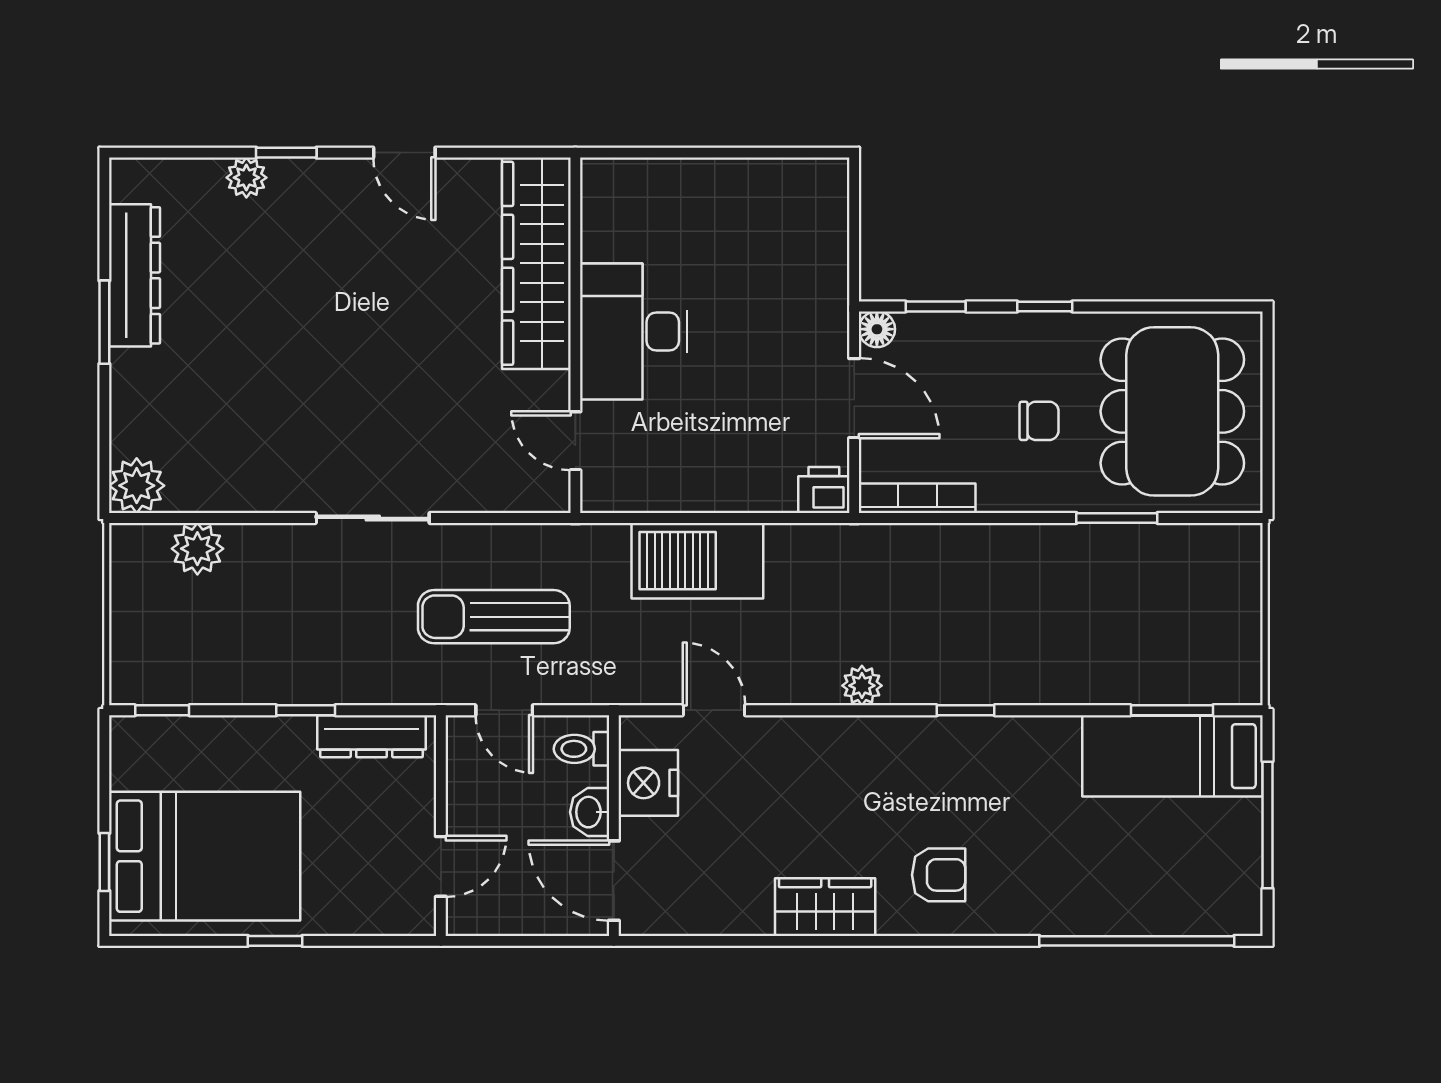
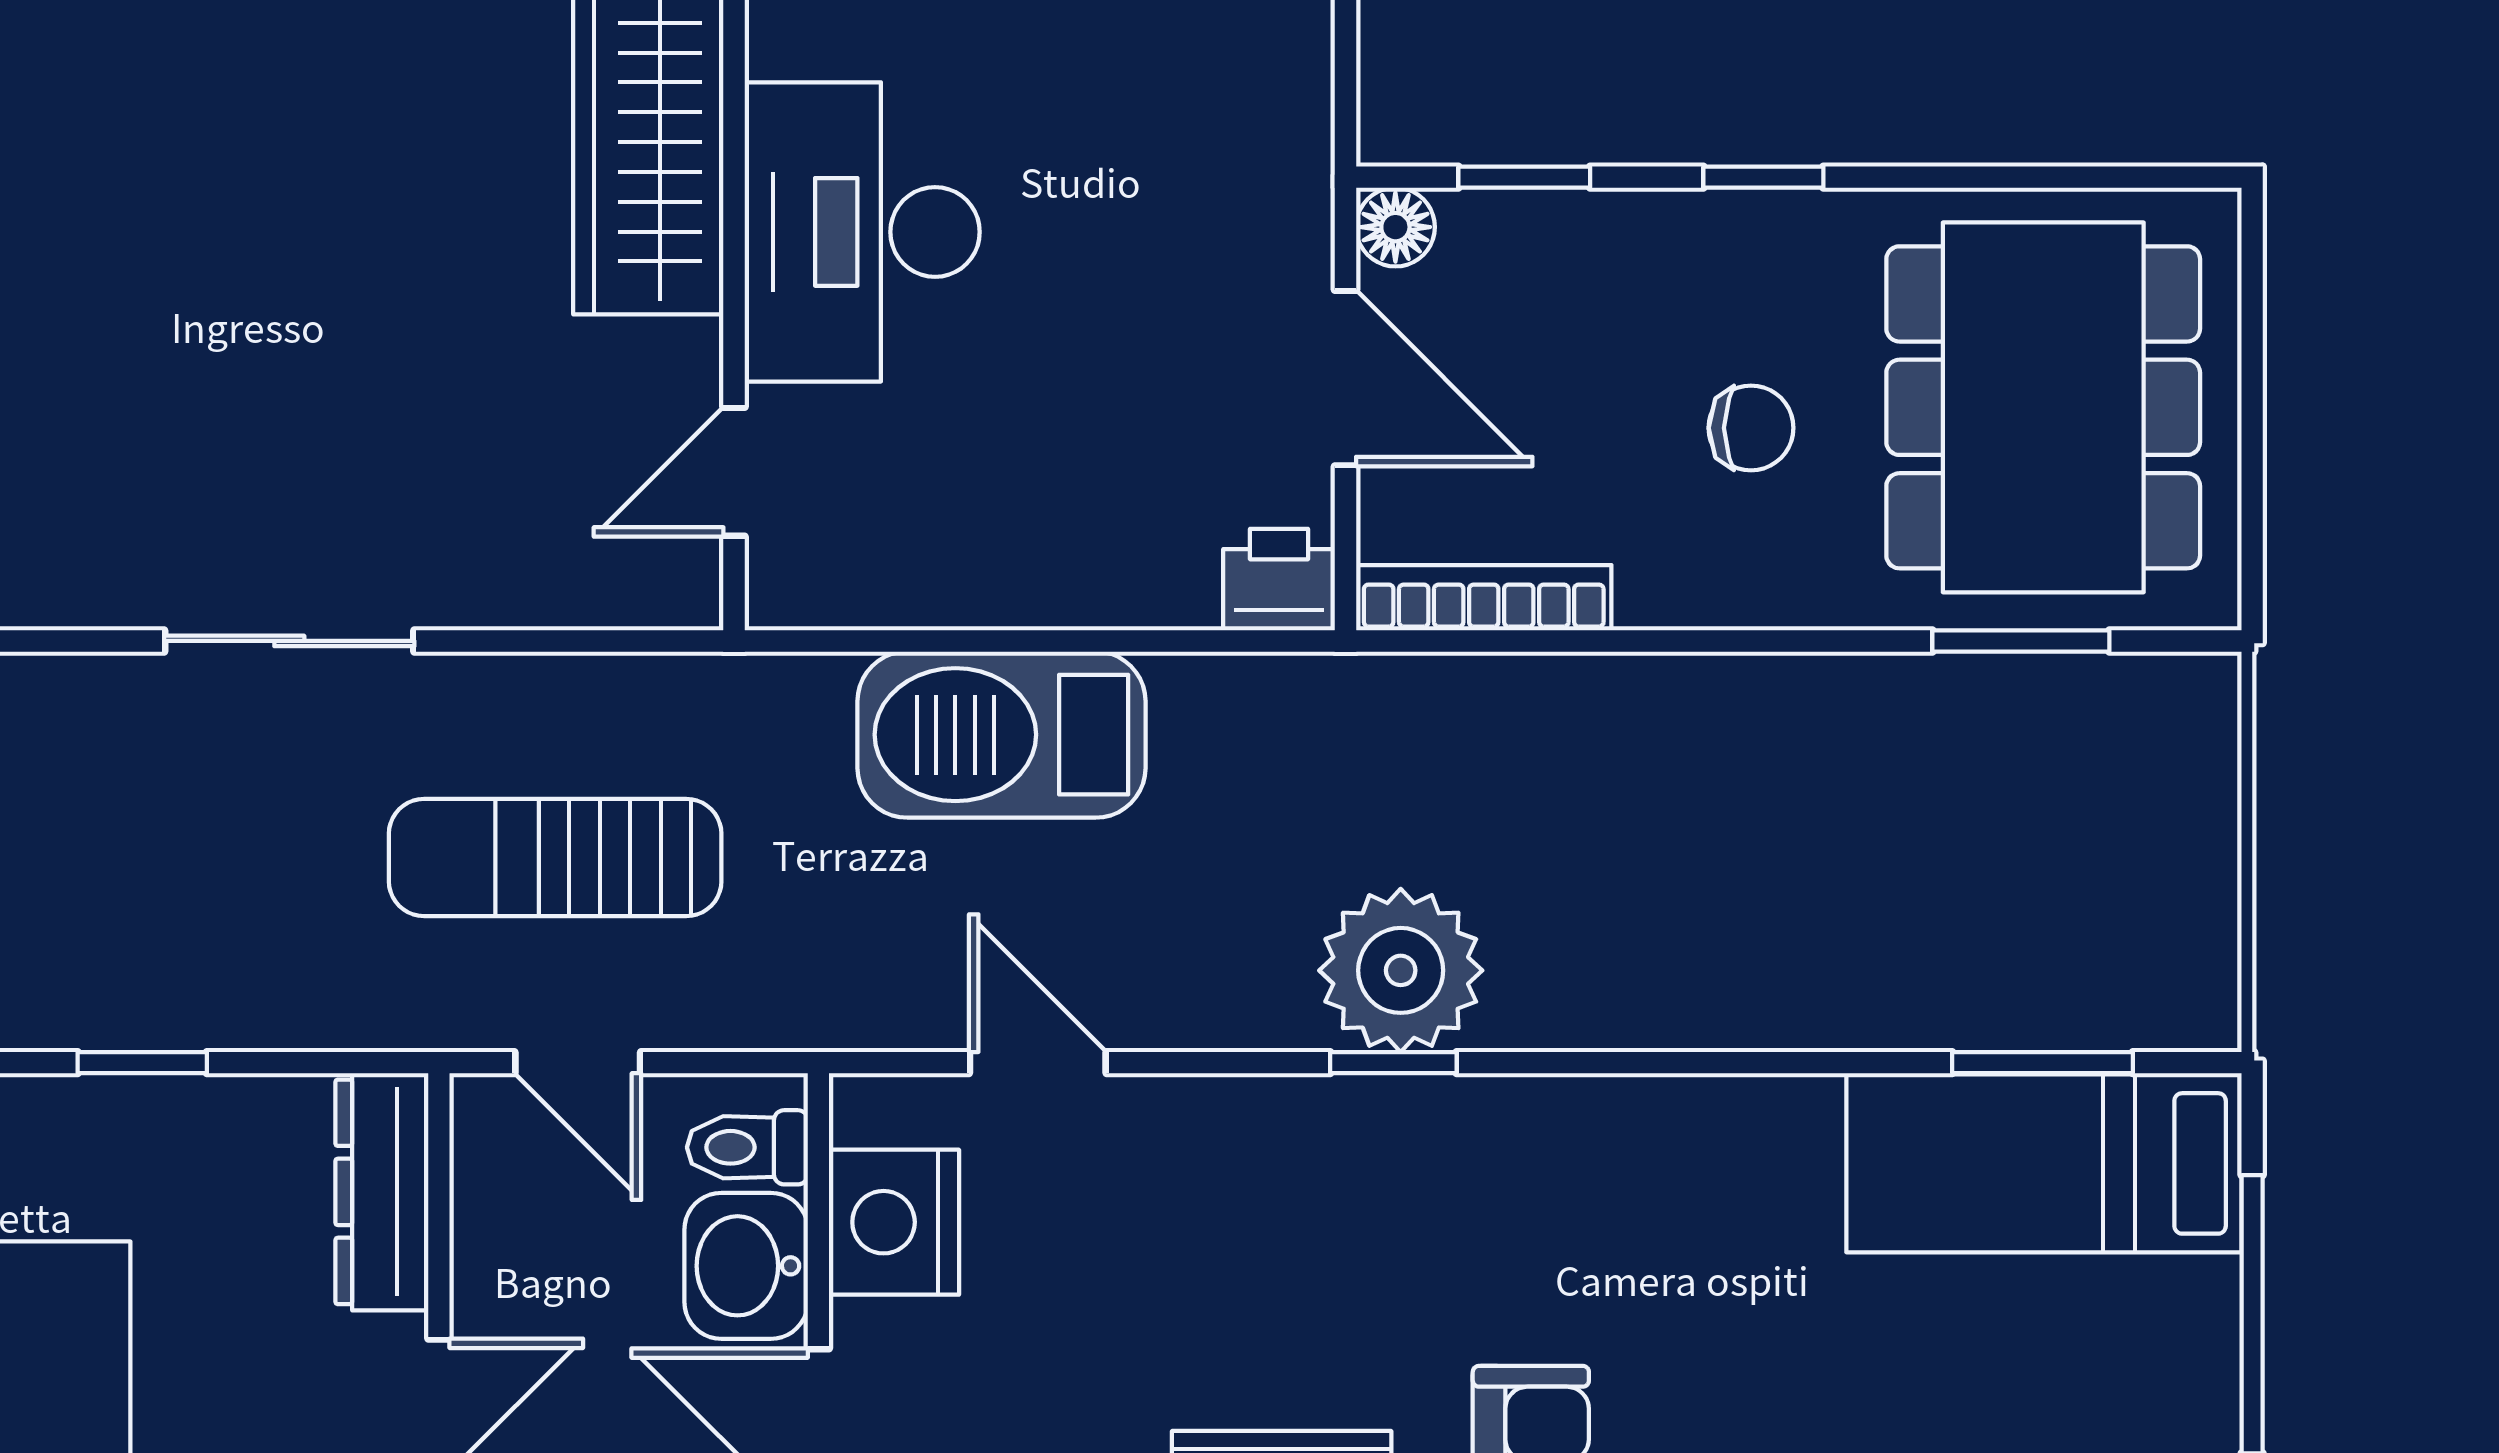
door: (575, 441) -> (734, 472), hinge flipped
window: (1117, 518) -> (2021, 641), moved
plant: (862, 686) -> (1401, 970), width x1.87, depth x1.87
window: (966, 710) -> (1393, 1063), moved
dresser: (371, 736) -> (382, 1192), moved, turned 90
washbasin: (590, 812) -> (746, 1266), width x1.38, depth x1.45

